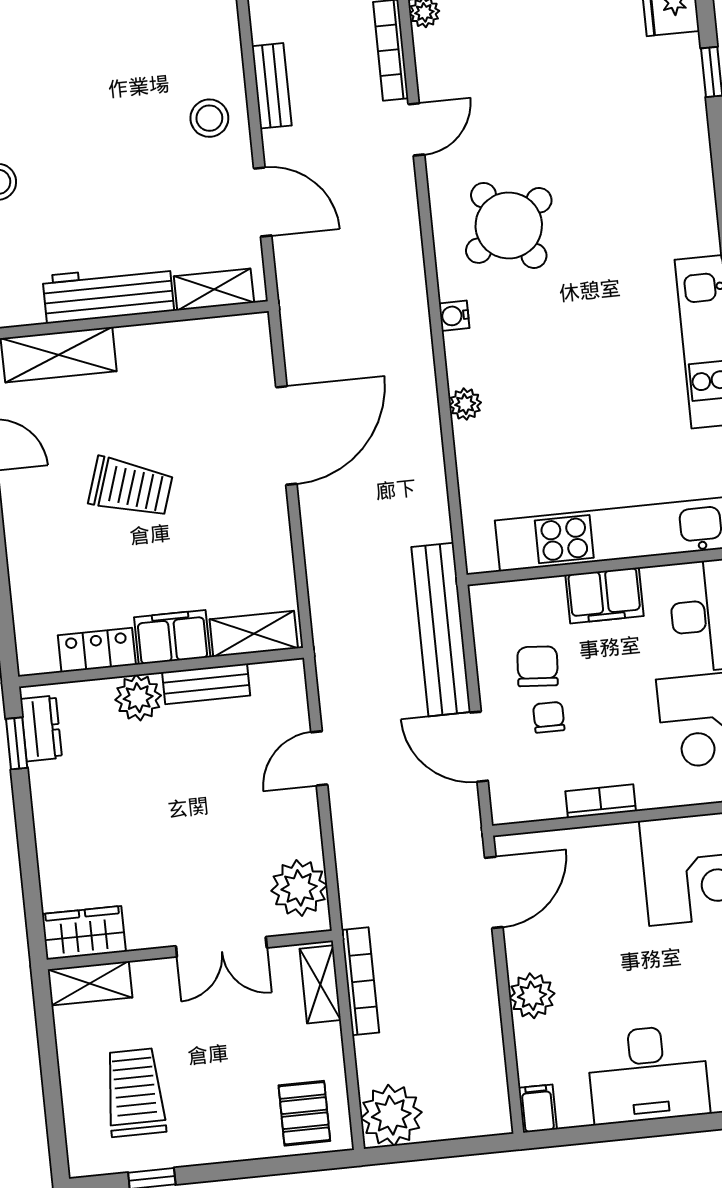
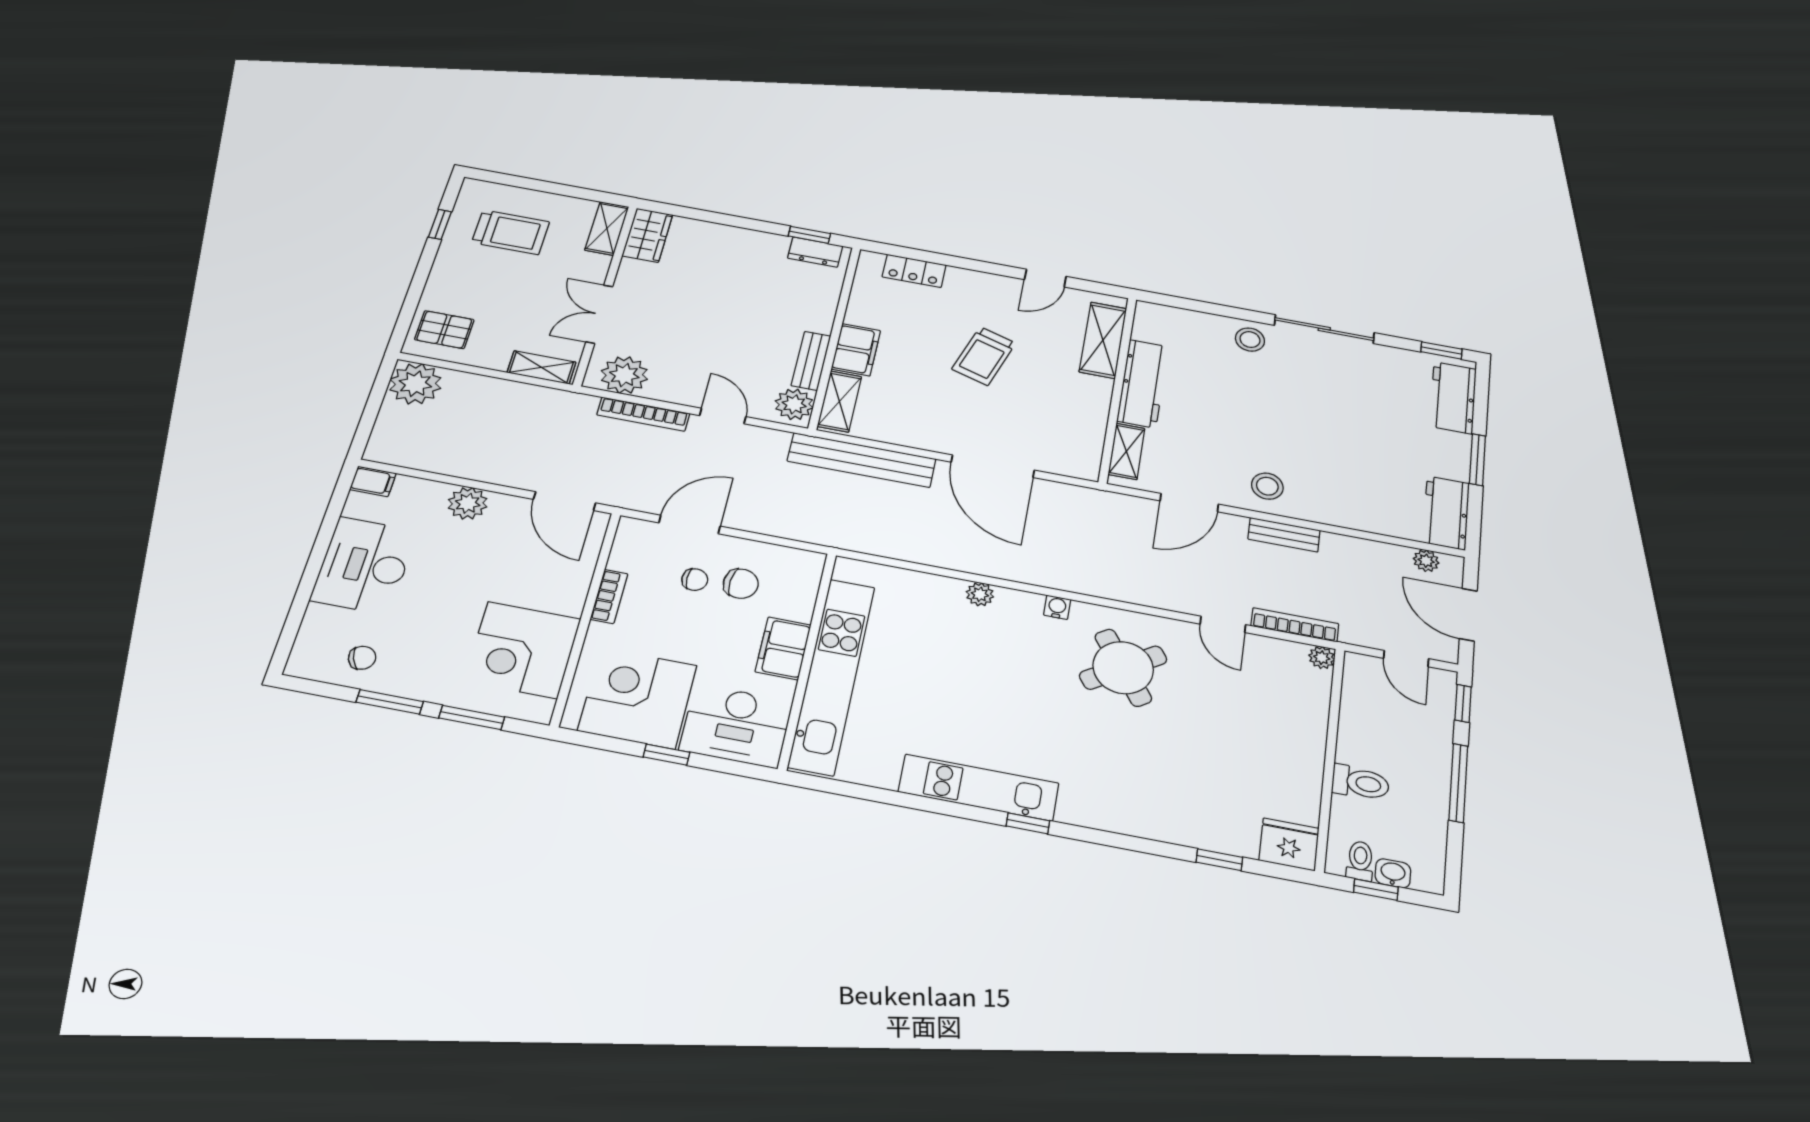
bench: (441, 630) -> (862, 460), moved
locker: (97, 650) -> (914, 271), moved, turned 90
plant: (138, 698) -> (794, 404), moved
bookcase: (360, 981) -> (643, 414), moved

